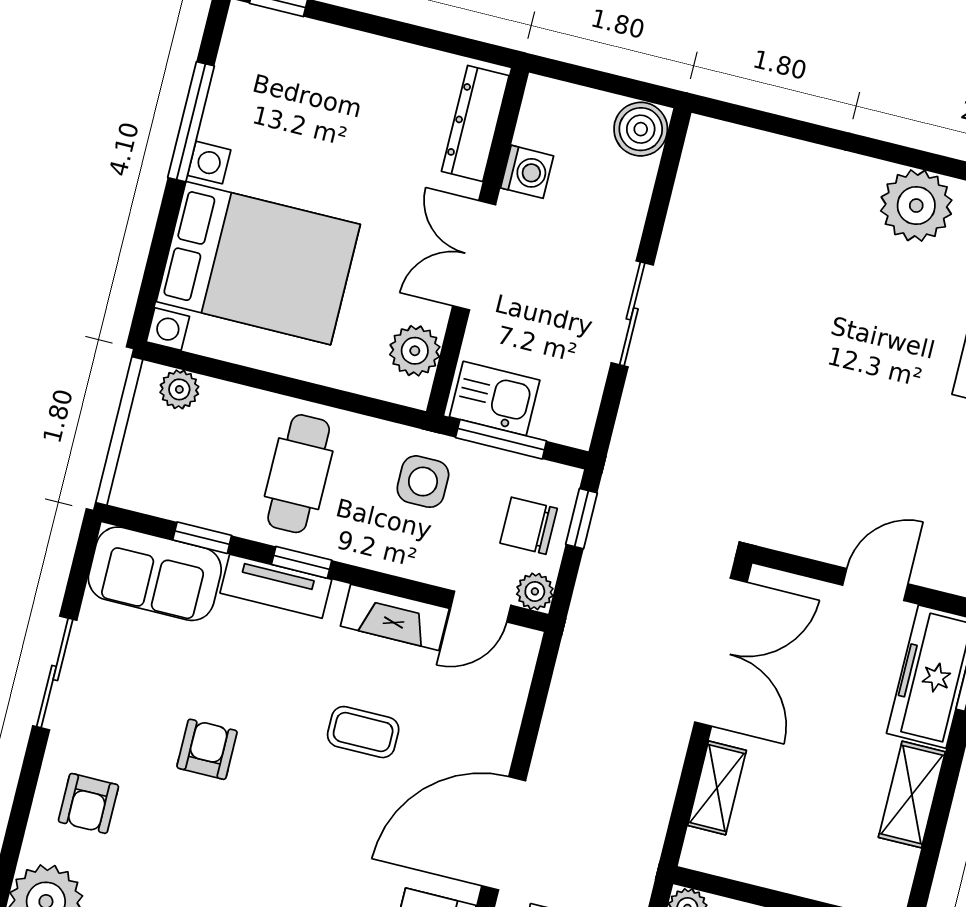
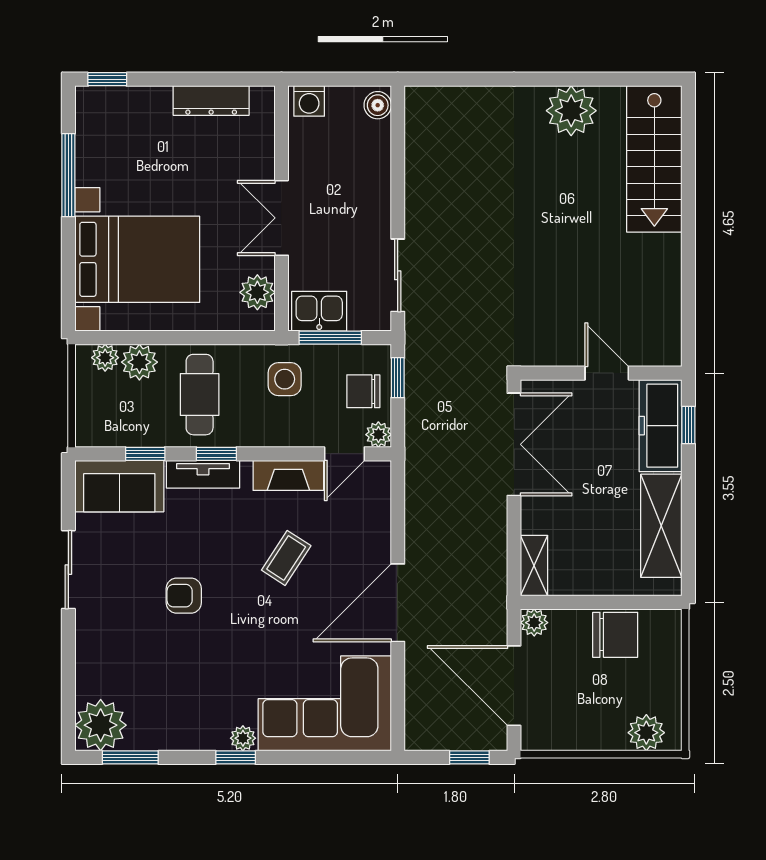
dresser: (475, 123) -> (211, 100), moved, turned -90
boiler: (641, 129) -> (378, 105), width x0.73, depth x0.73
washing machine: (527, 172) -> (309, 101), moved, turned 90
sliding door: (632, 314) -> (398, 275), moved
plant: (226, 408) -> (139, 362), added
door: (875, 585) -> (607, 373), hinge flipped
coffee table: (363, 732) -> (286, 558), turned -57
armchair: (207, 749) -> (184, 596), turned -90
shelving: (717, 788) -> (534, 566), moved
shelving: (912, 795) -> (661, 526), width x1.50, depth x1.33
armchair: (88, 803) -> (113, 652), removed

